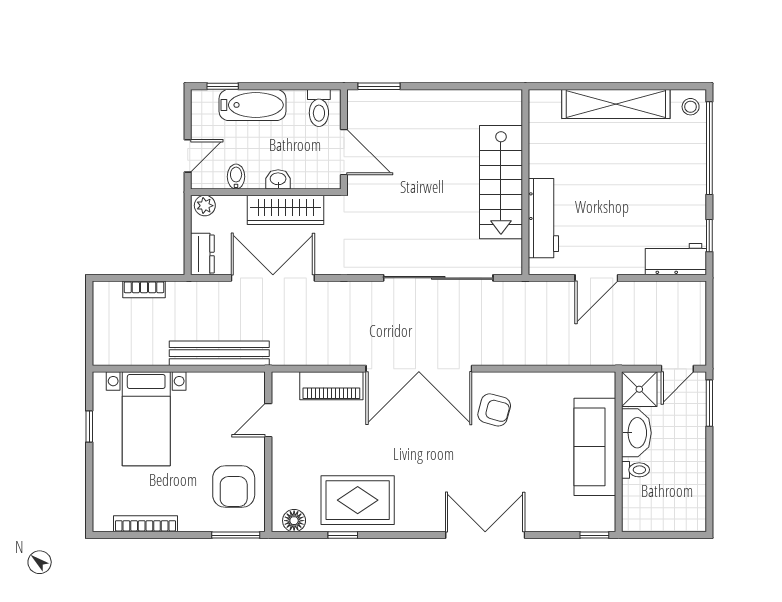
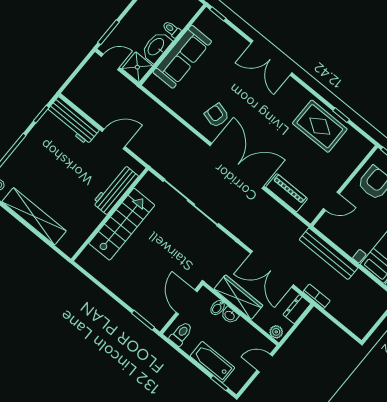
bidet: (236, 177) -> (218, 308), moved
workbench: (676, 259) -> (73, 121), width x1.37
bookcase: (144, 289) -> (317, 296), moved
floor lamp: (294, 521) -> (359, 142), removed

